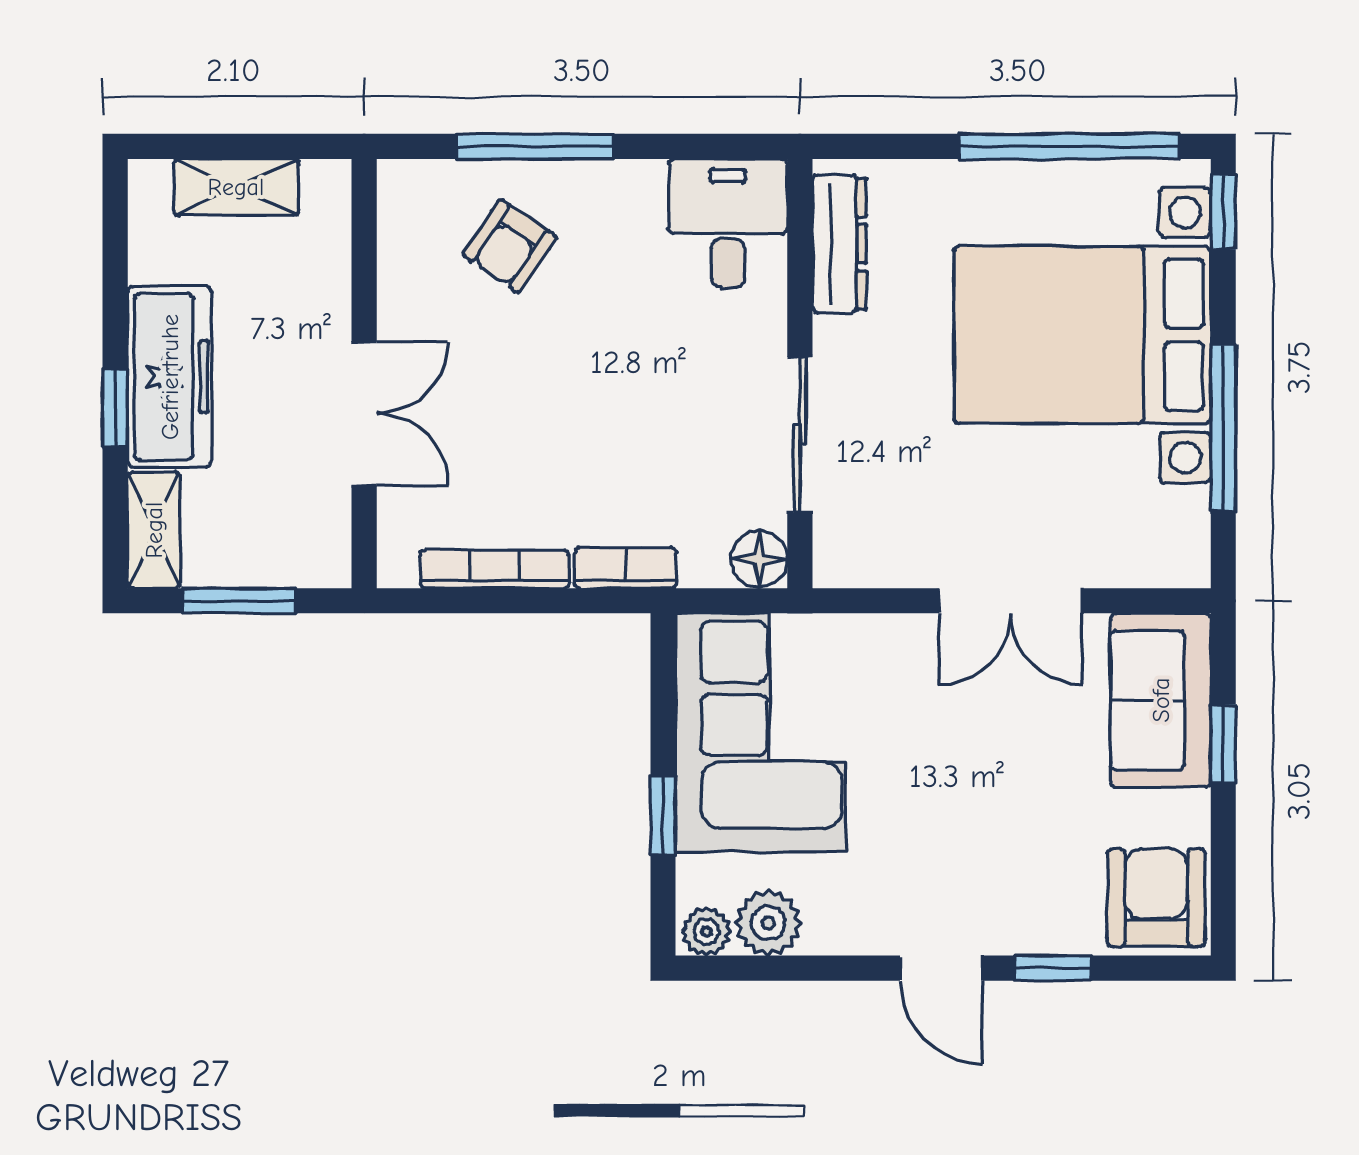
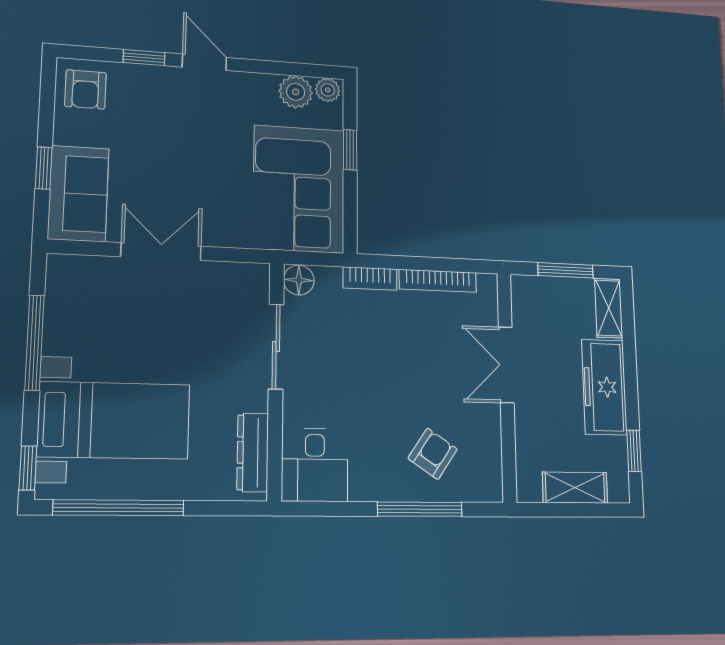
bed with nightstands: (1082, 335) -> (114, 420), width x0.73
window: (115, 408) -> (634, 451), moved
armchair: (1156, 898) -> (85, 89), width x0.72, depth x0.72

